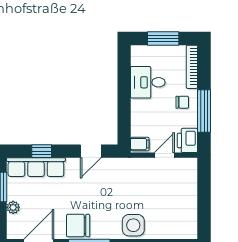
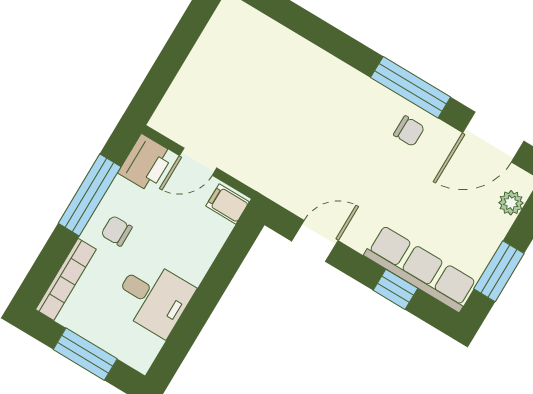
plant: (13, 207) -> (511, 203), moved
side table: (133, 225) -> (318, 77), removed
chair: (78, 226) -> (409, 131), width x0.54, depth x0.54

